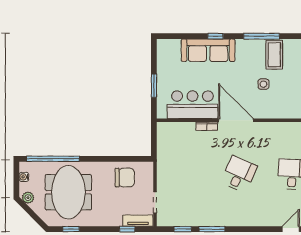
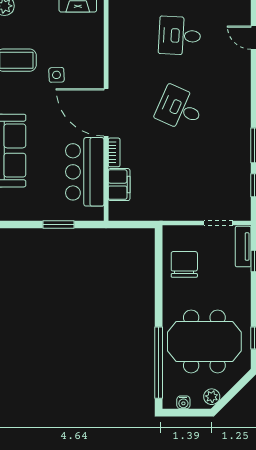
door: (236, 120) -> (106, 112), hinge flipped
filing cabinet: (183, 130) -> (119, 185), added

